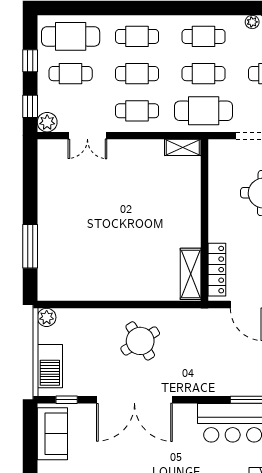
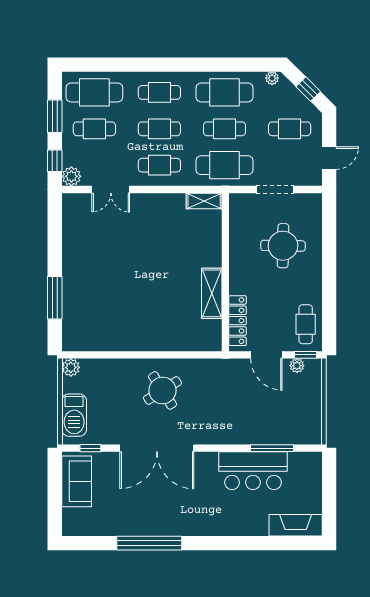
cafe table: (204, 36) -> (225, 92), width x1.37, depth x1.35
window: (30, 61) -> (55, 116), width x1.50
shelving: (191, 274) -> (212, 293), moved

